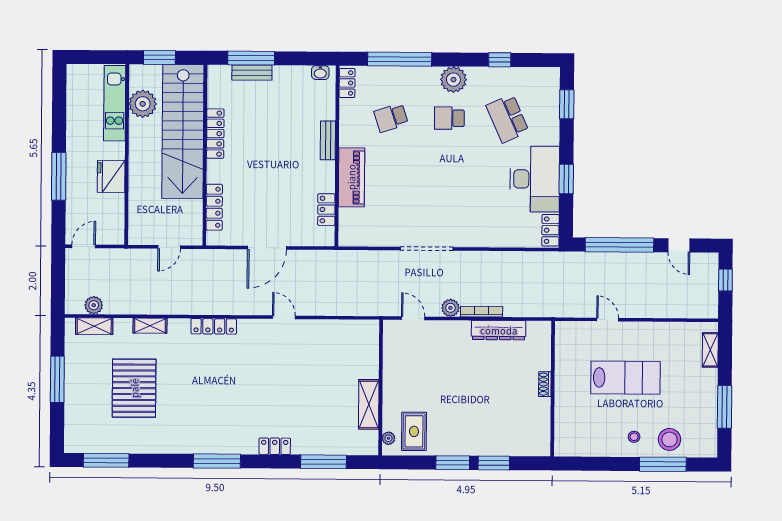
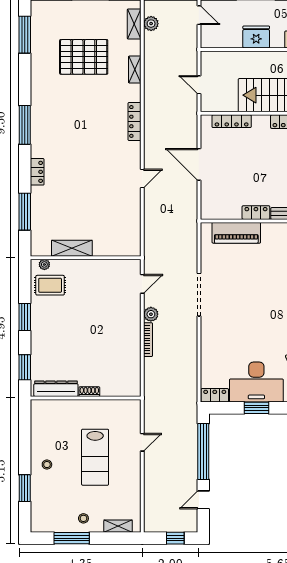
piano: (351, 177) -> (236, 233), moved
locker: (326, 210) -> (256, 213), moved
dresser: (499, 330) -> (56, 389), moved, turned 90
stool: (669, 439) -> (83, 518), moved, width x0.53, depth x0.53
window: (494, 463) -> (25, 367), moved
window: (663, 464) -> (25, 488), width x0.69

